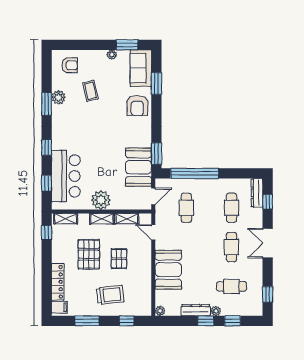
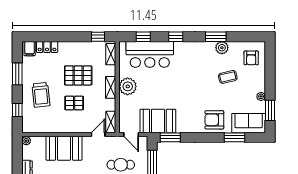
shelving: (127, 219) -> (111, 122), moved
locker: (58, 282) -> (47, 47), width x0.66

